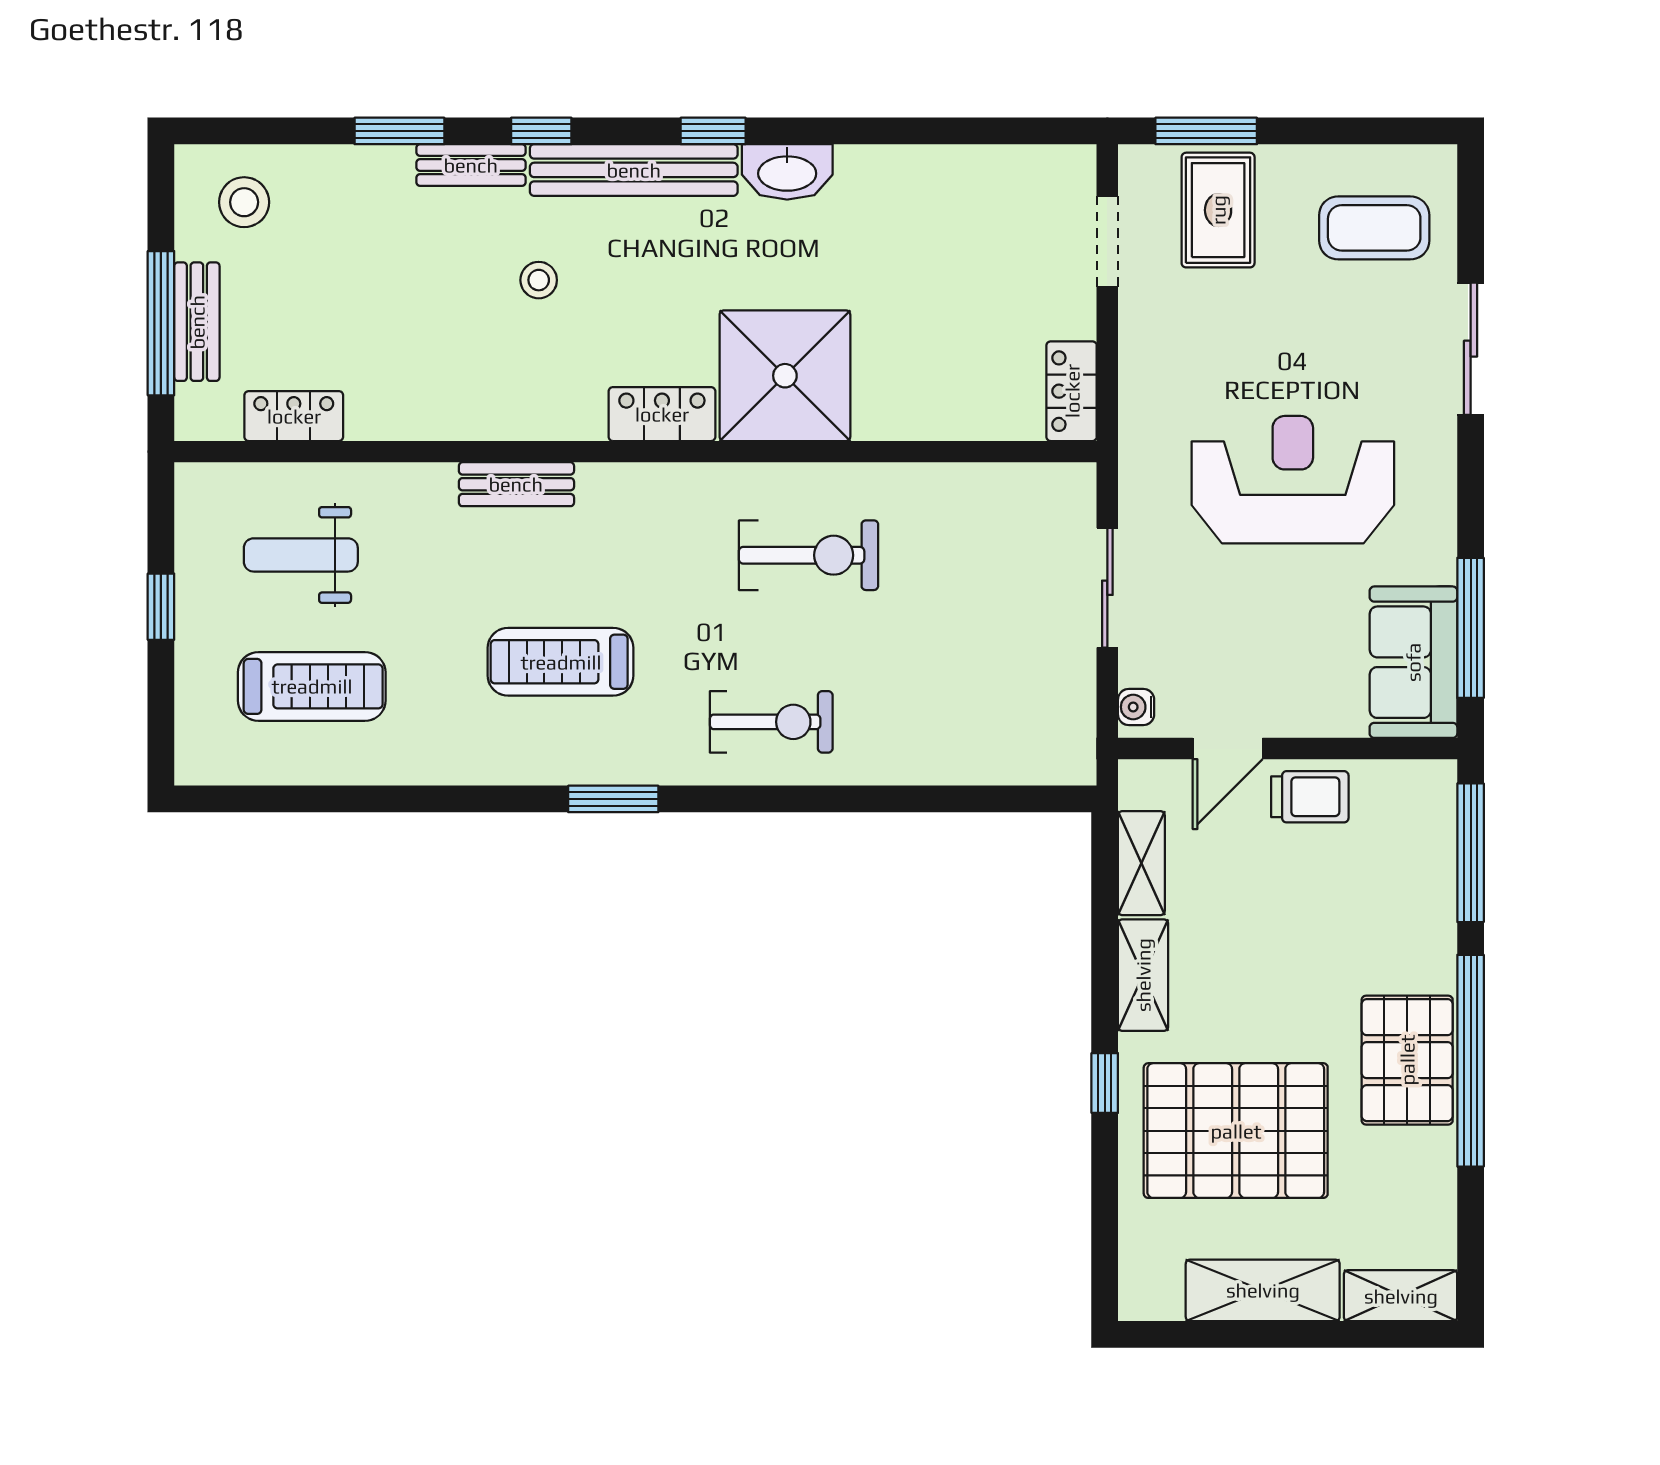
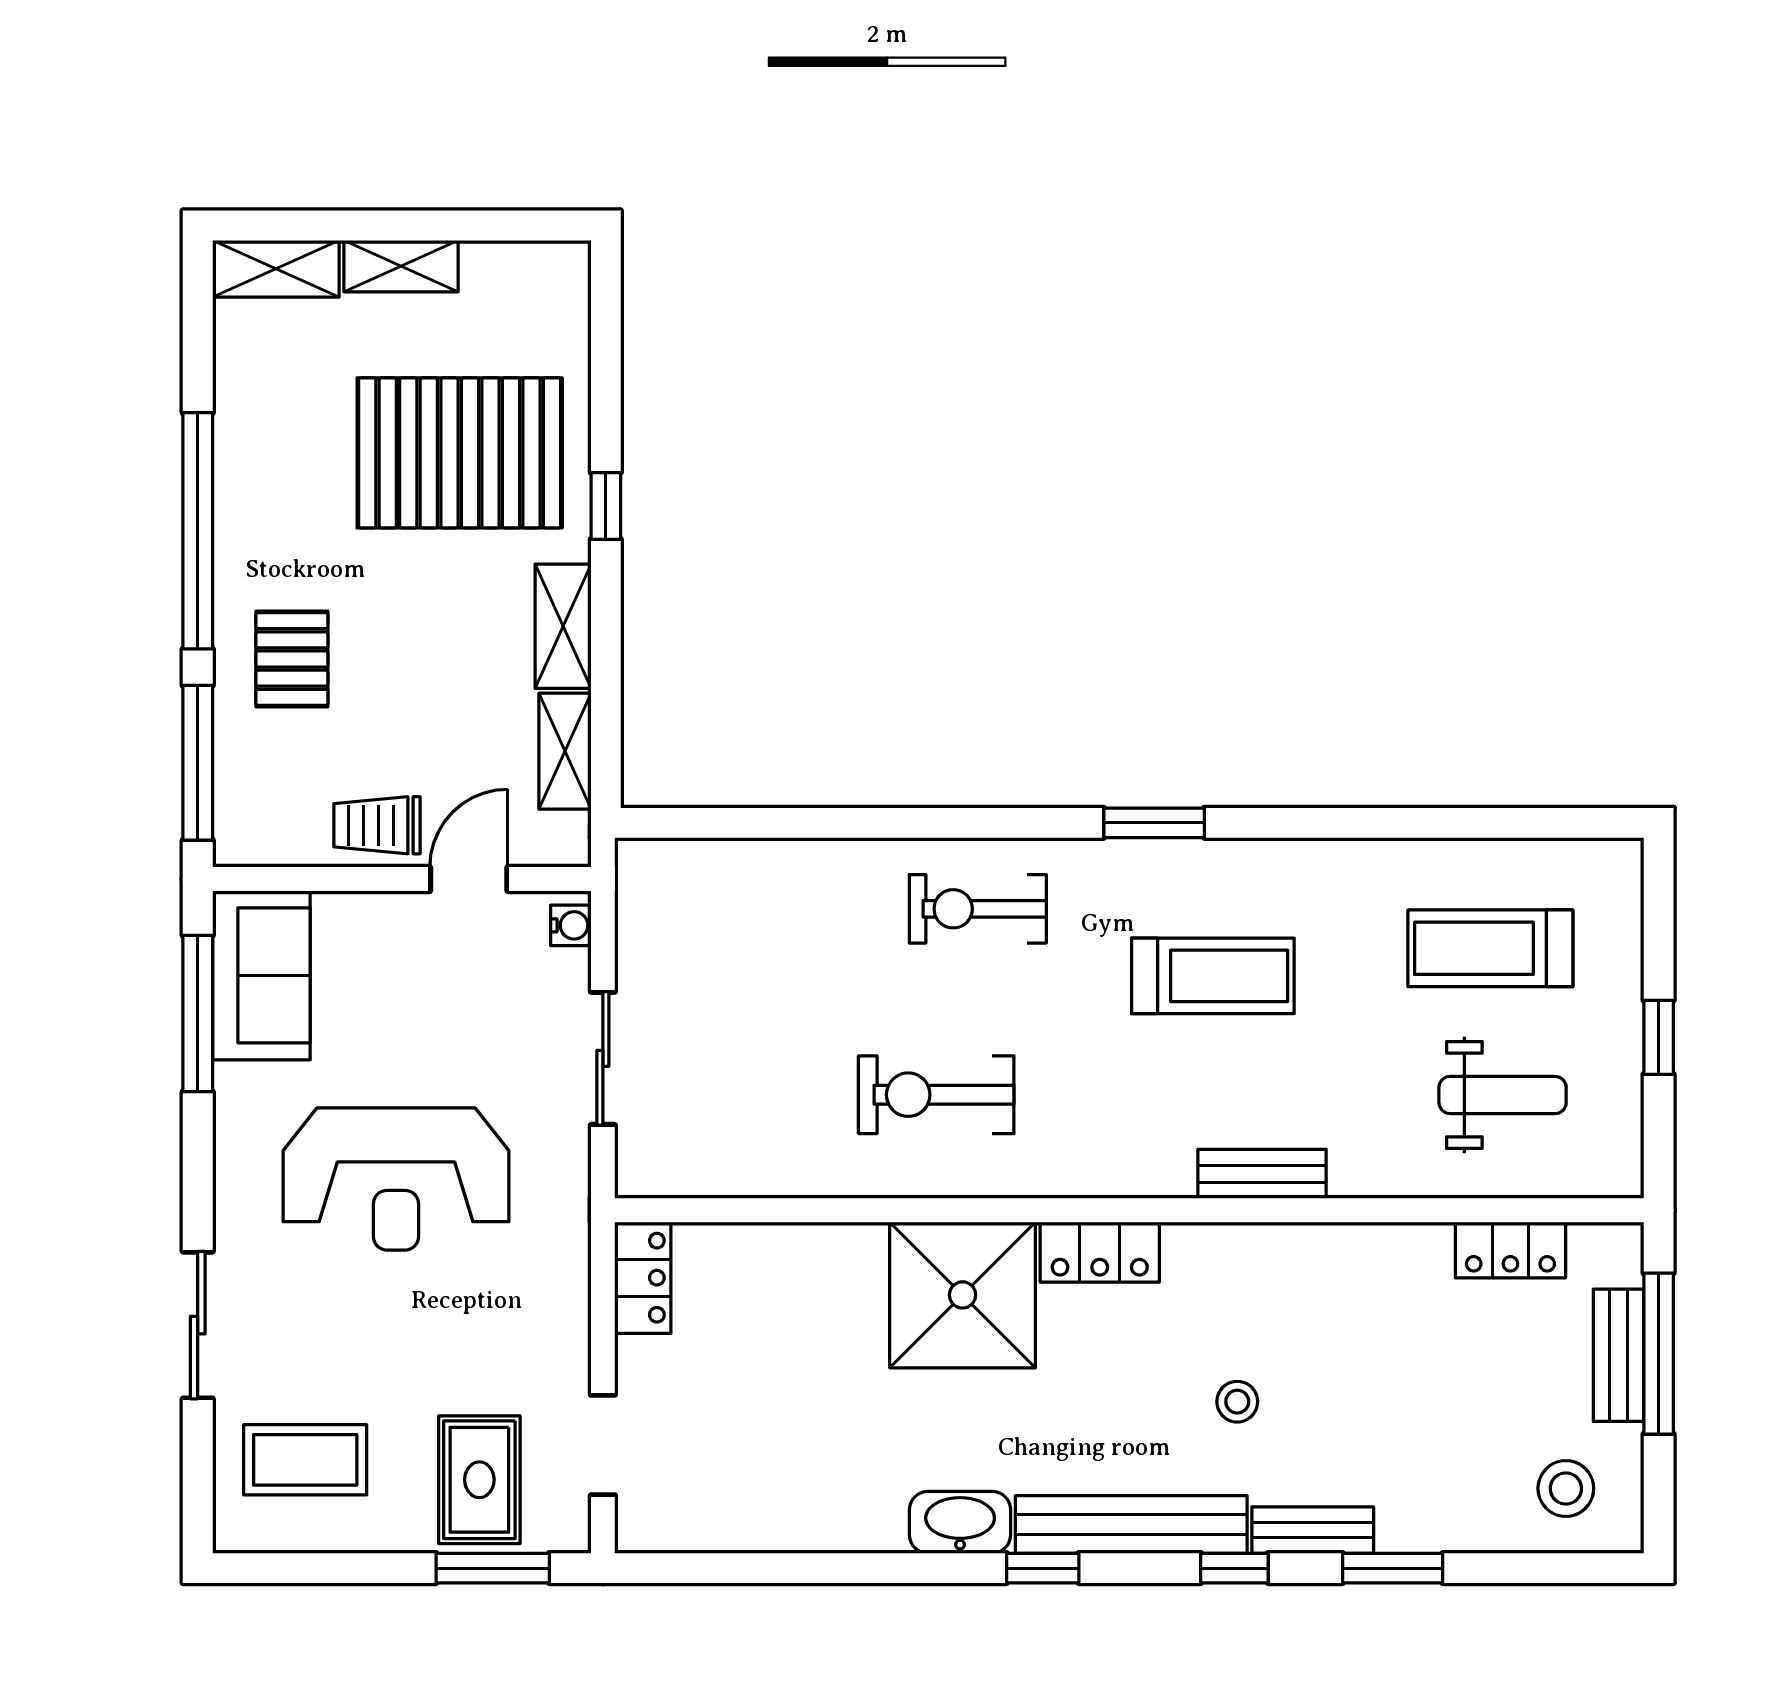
pallet: (1407, 1060) -> (292, 659), moved, width x0.67, depth x0.71
shelving: (1263, 1290) -> (401, 266), width x0.67, depth x0.75

